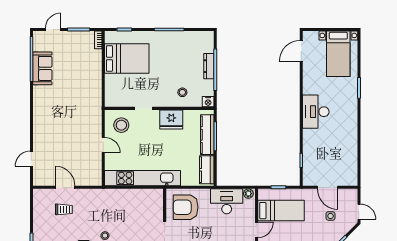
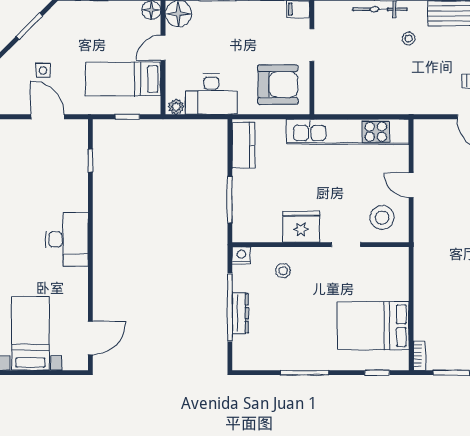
kitchen counter: (207, 135) -> (243, 202), removed

